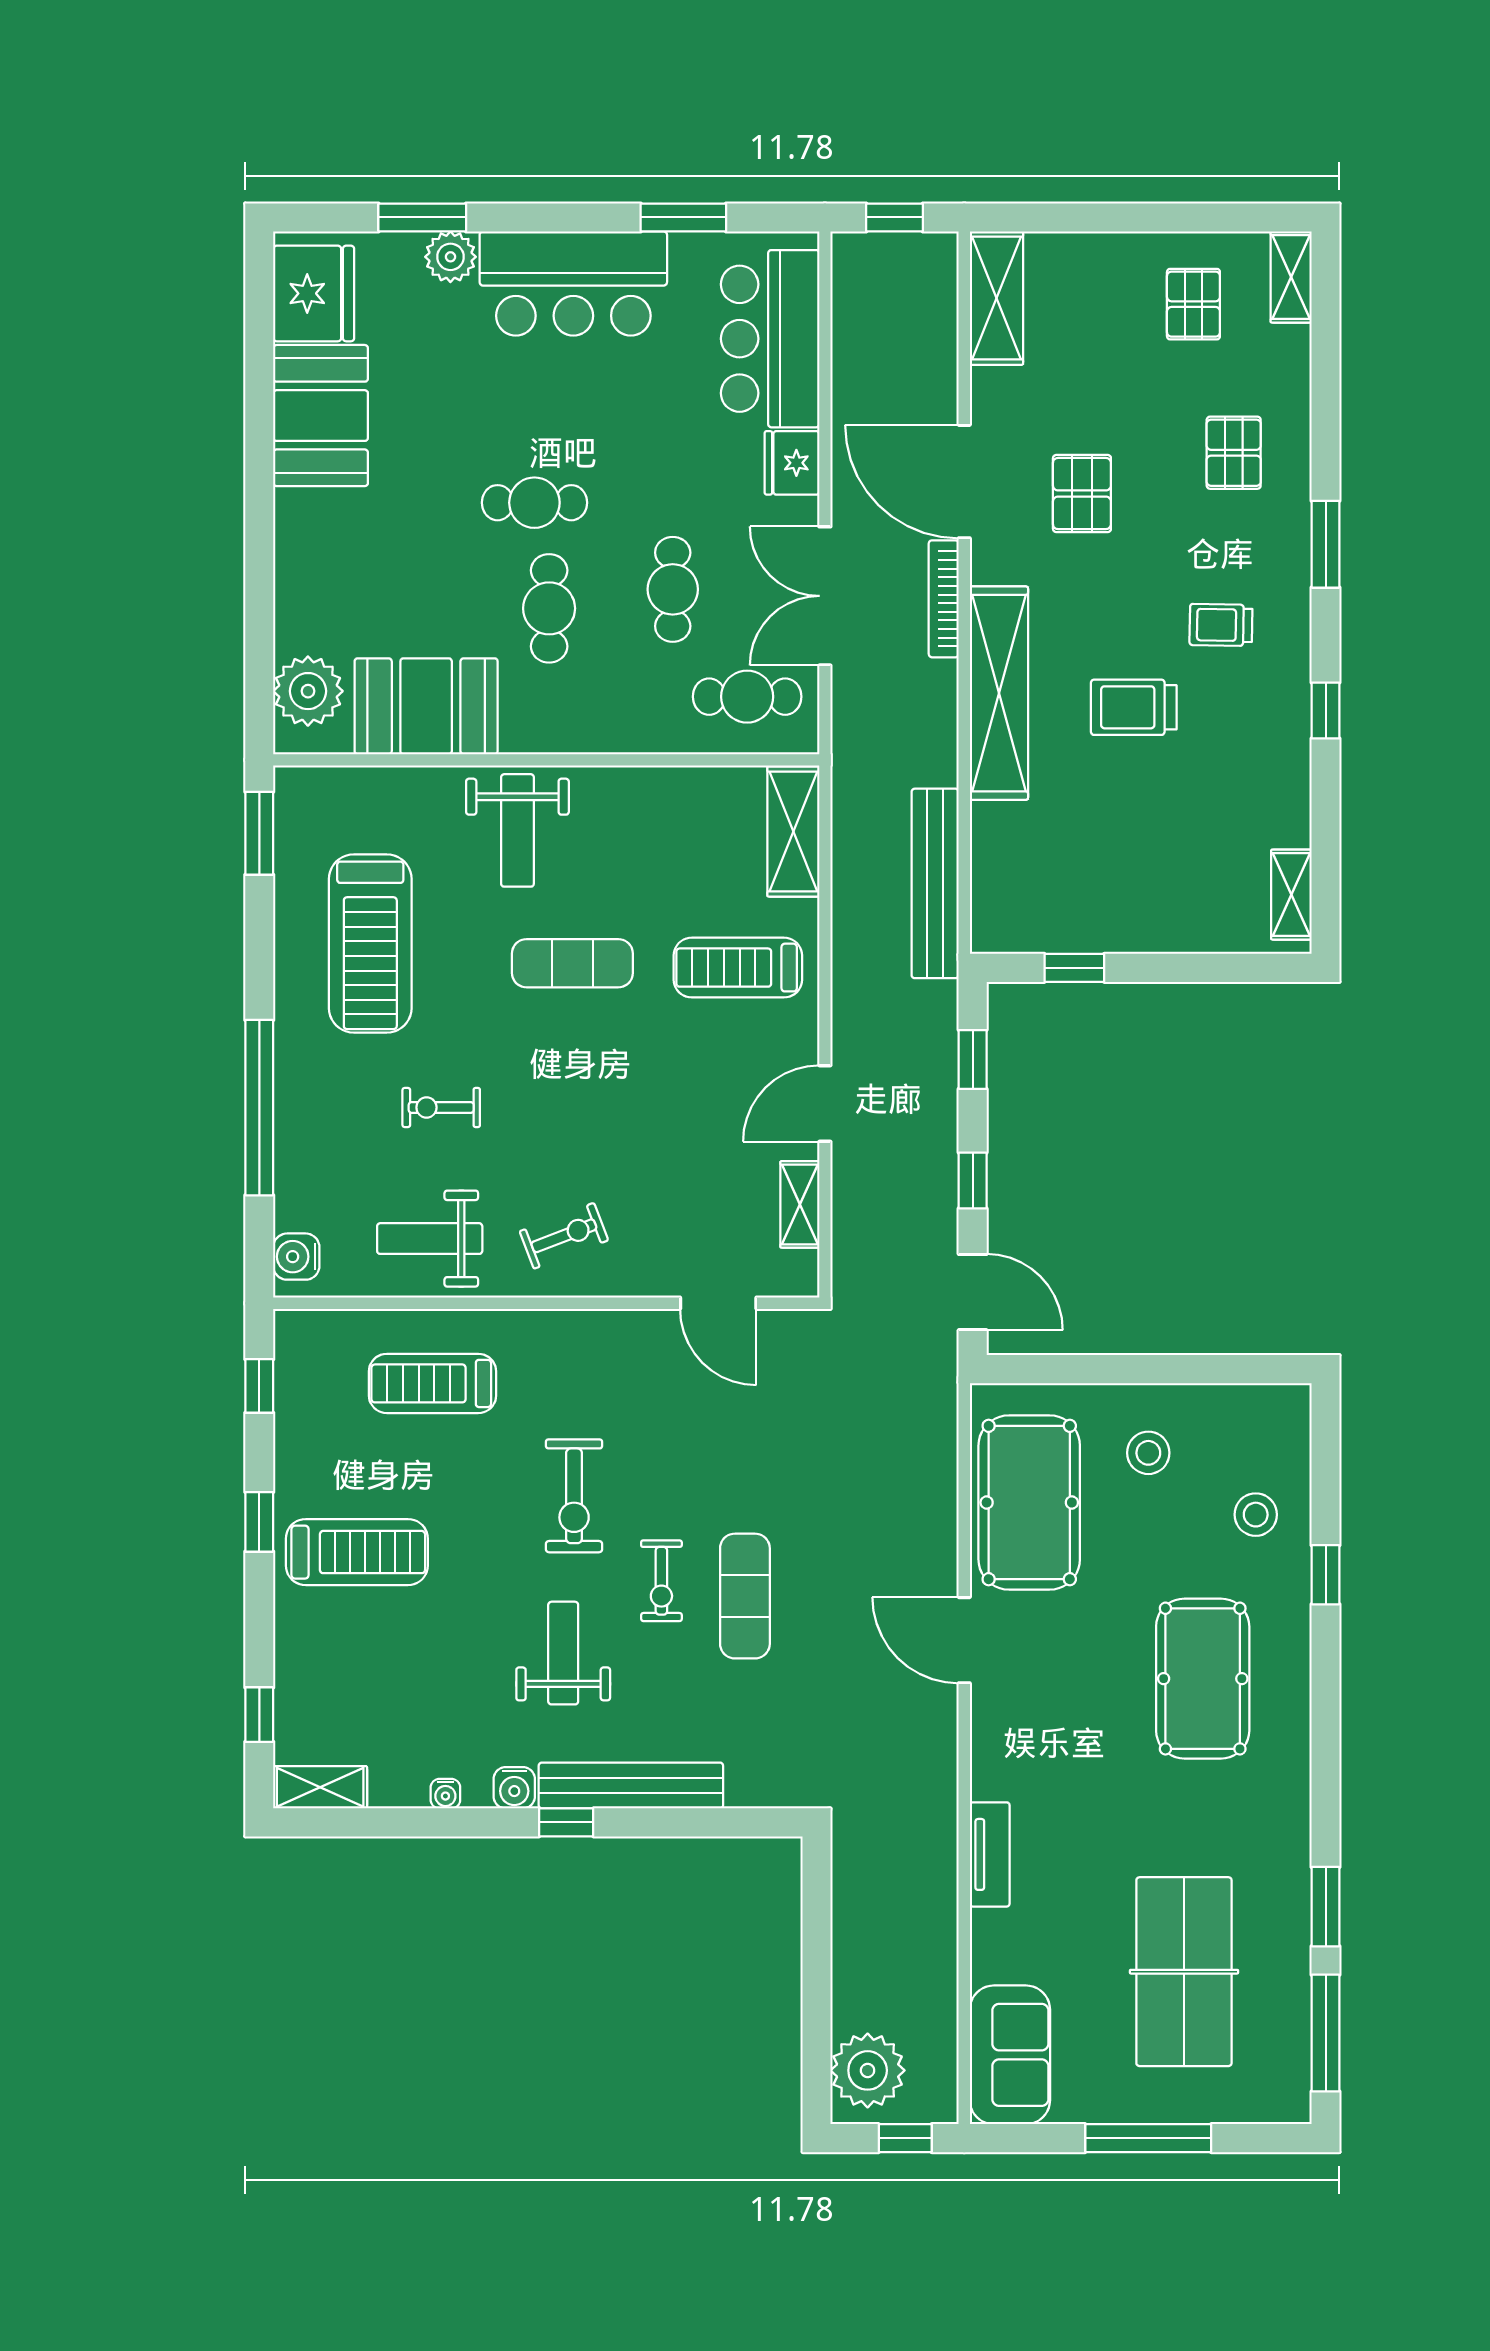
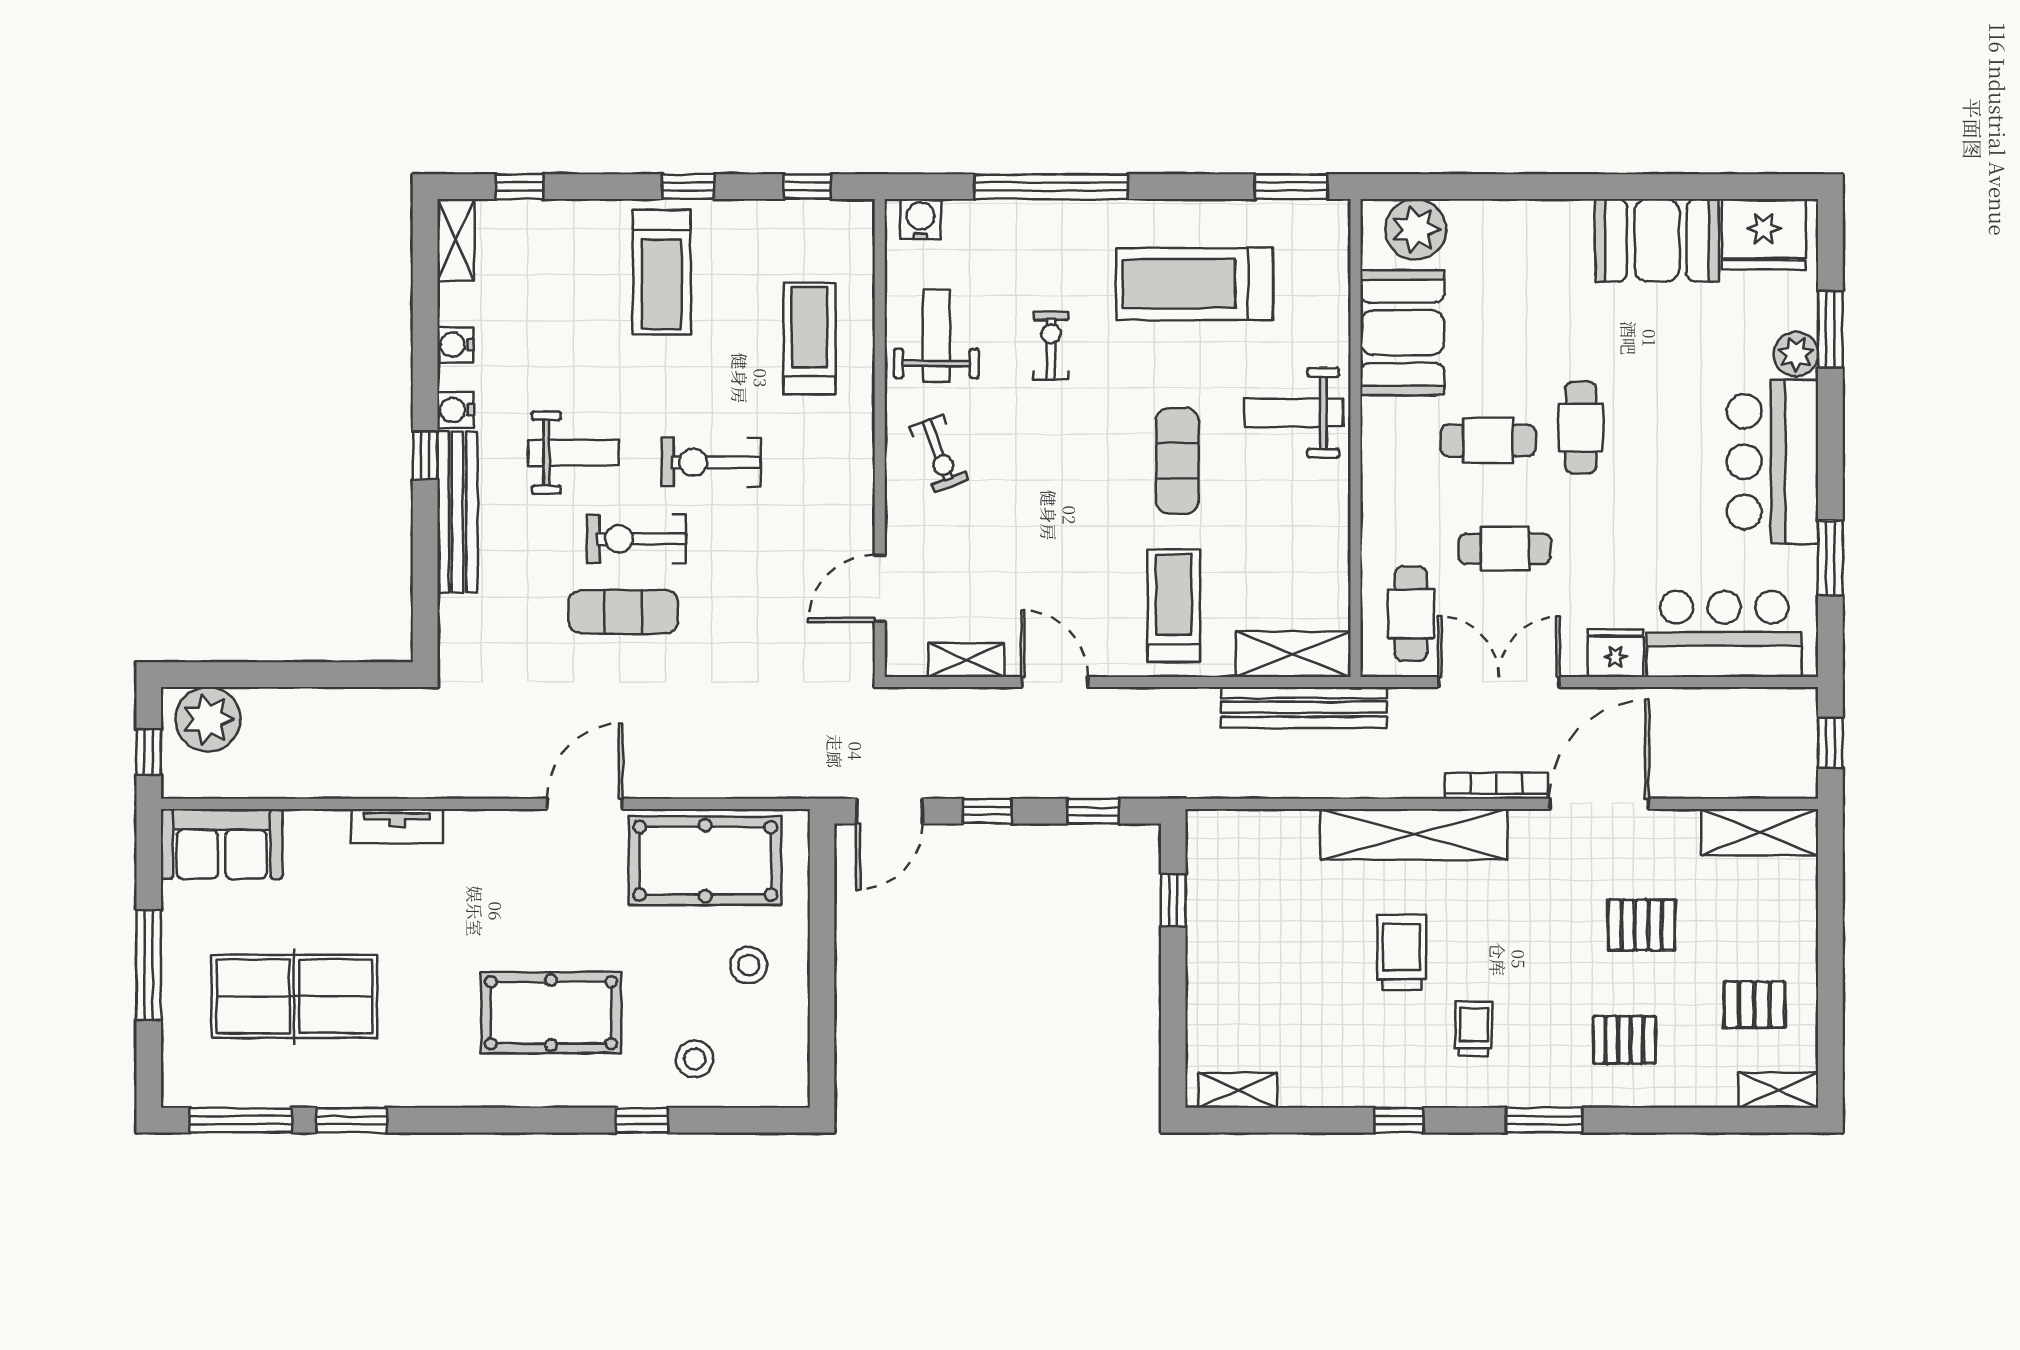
pallet: (1082, 494) -> (1642, 925), moved
bench: (935, 883) -> (1304, 707), moved
exercise bike: (661, 1581) -> (637, 539), width x1.38, depth x1.39
water cooler: (445, 1794) -> (455, 345), width x1.38, depth x1.38

